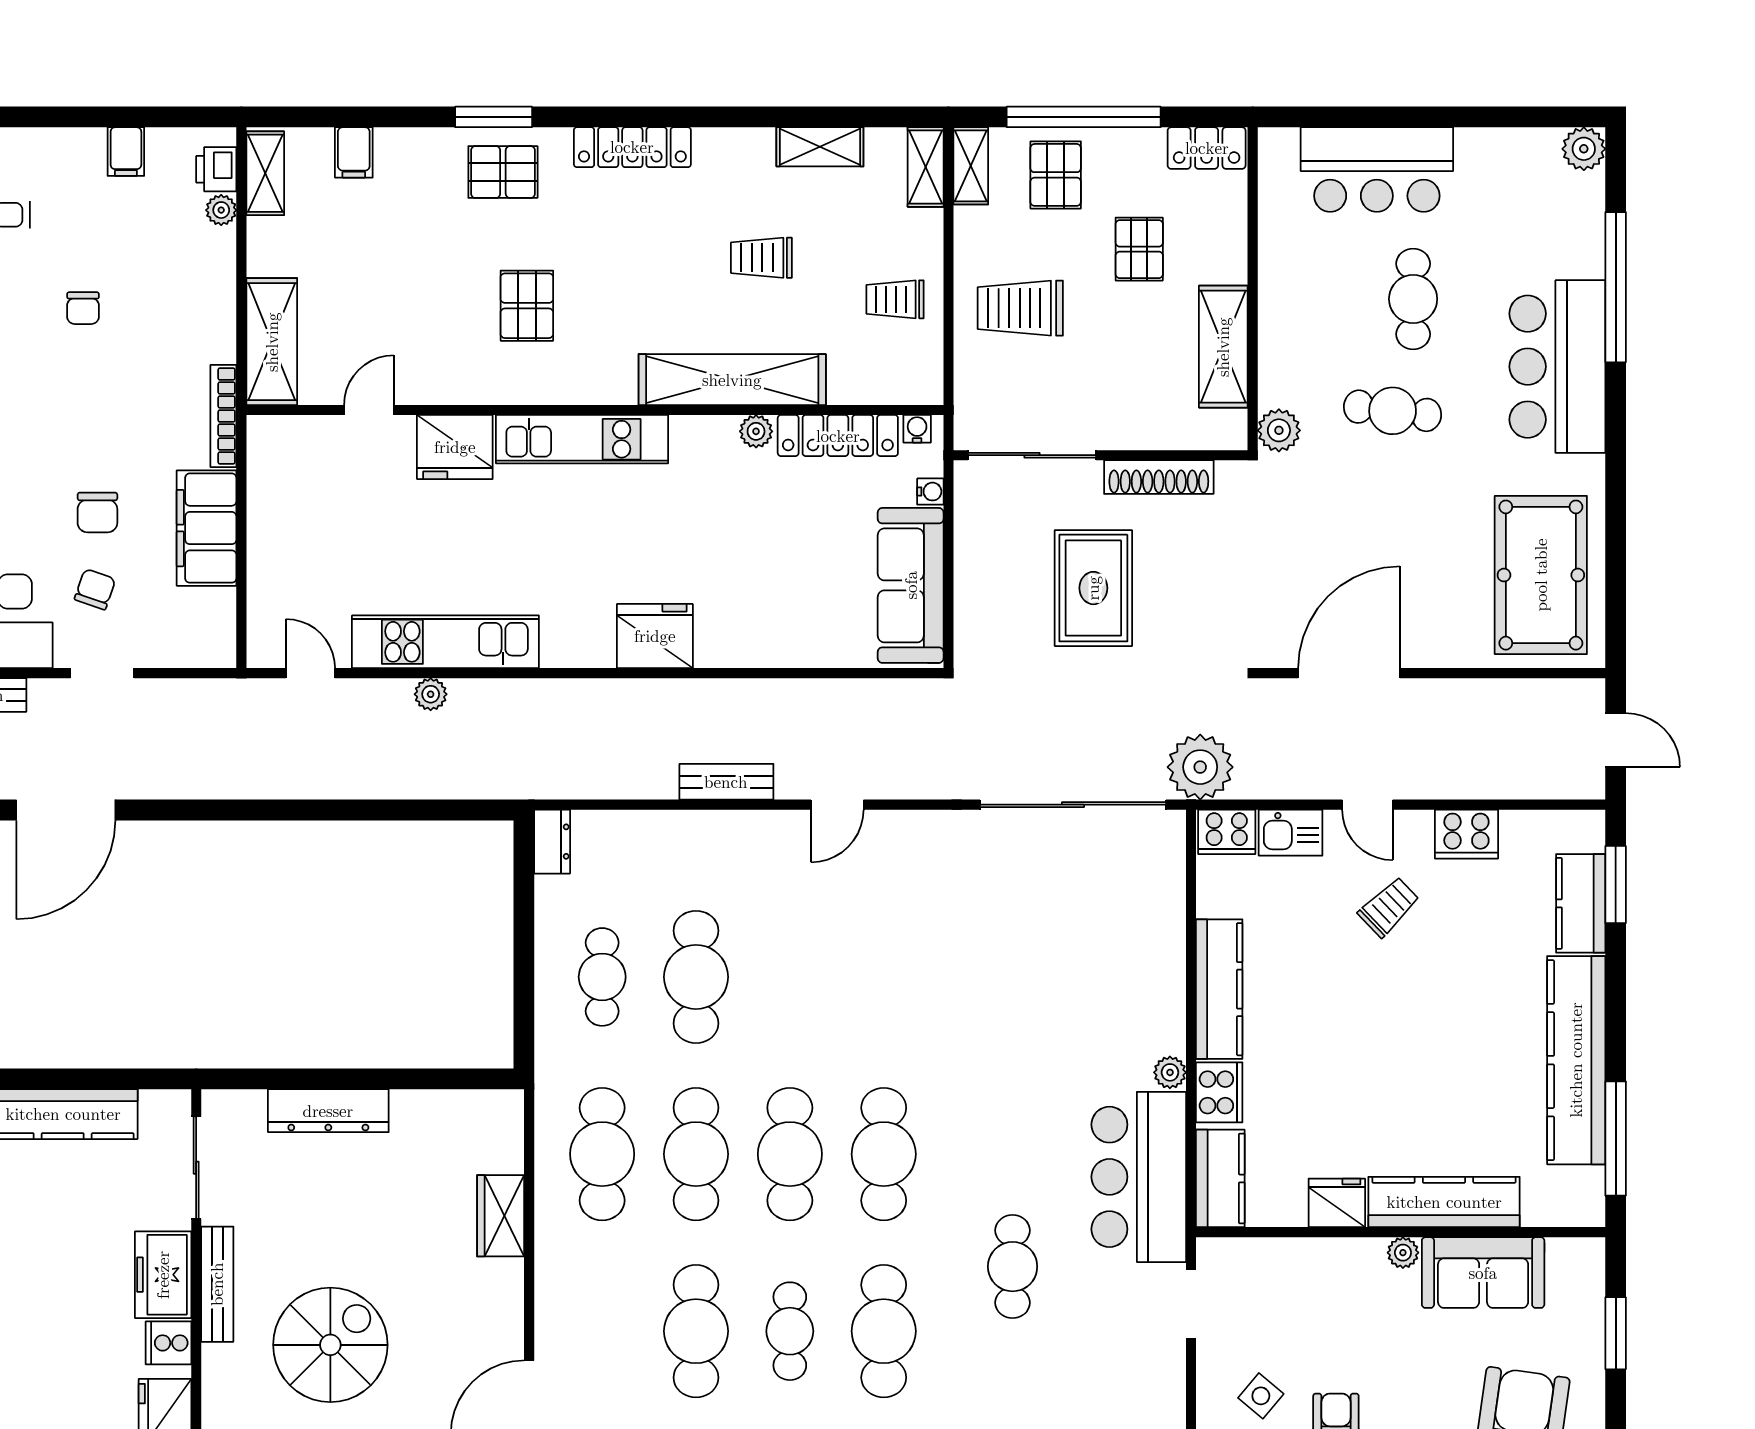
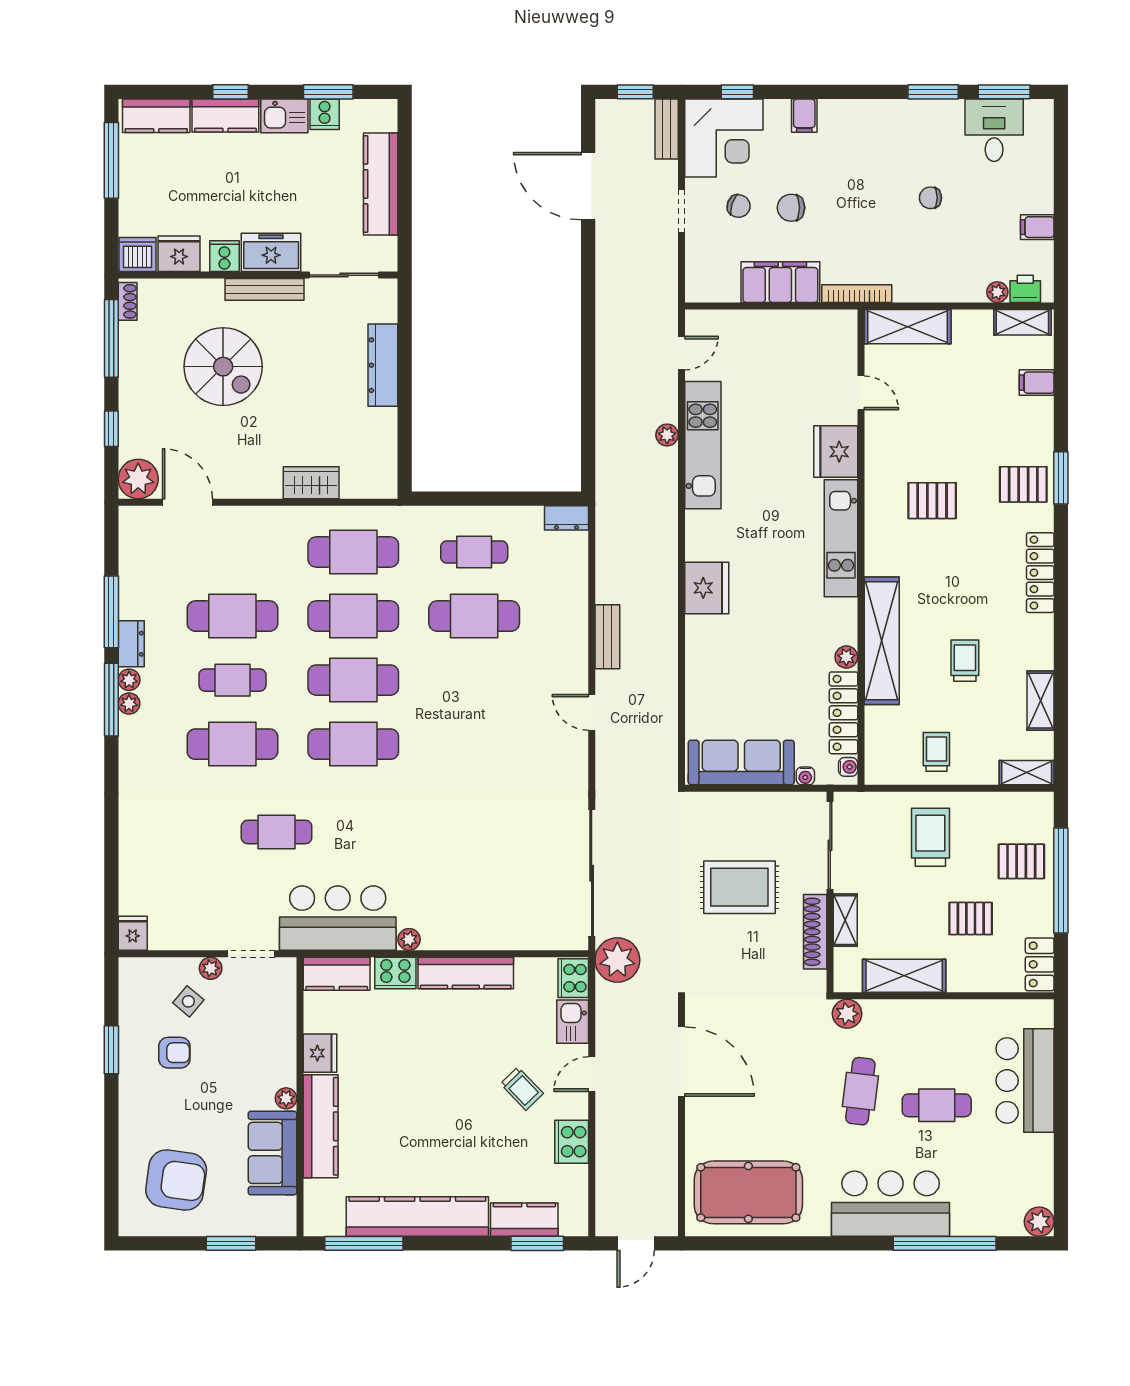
shelving: (971, 166) -> (845, 920), moved, turned 90
pallet: (503, 172) -> (1023, 484), turned 90
plant: (1212, 1363) -> (211, 968), added

